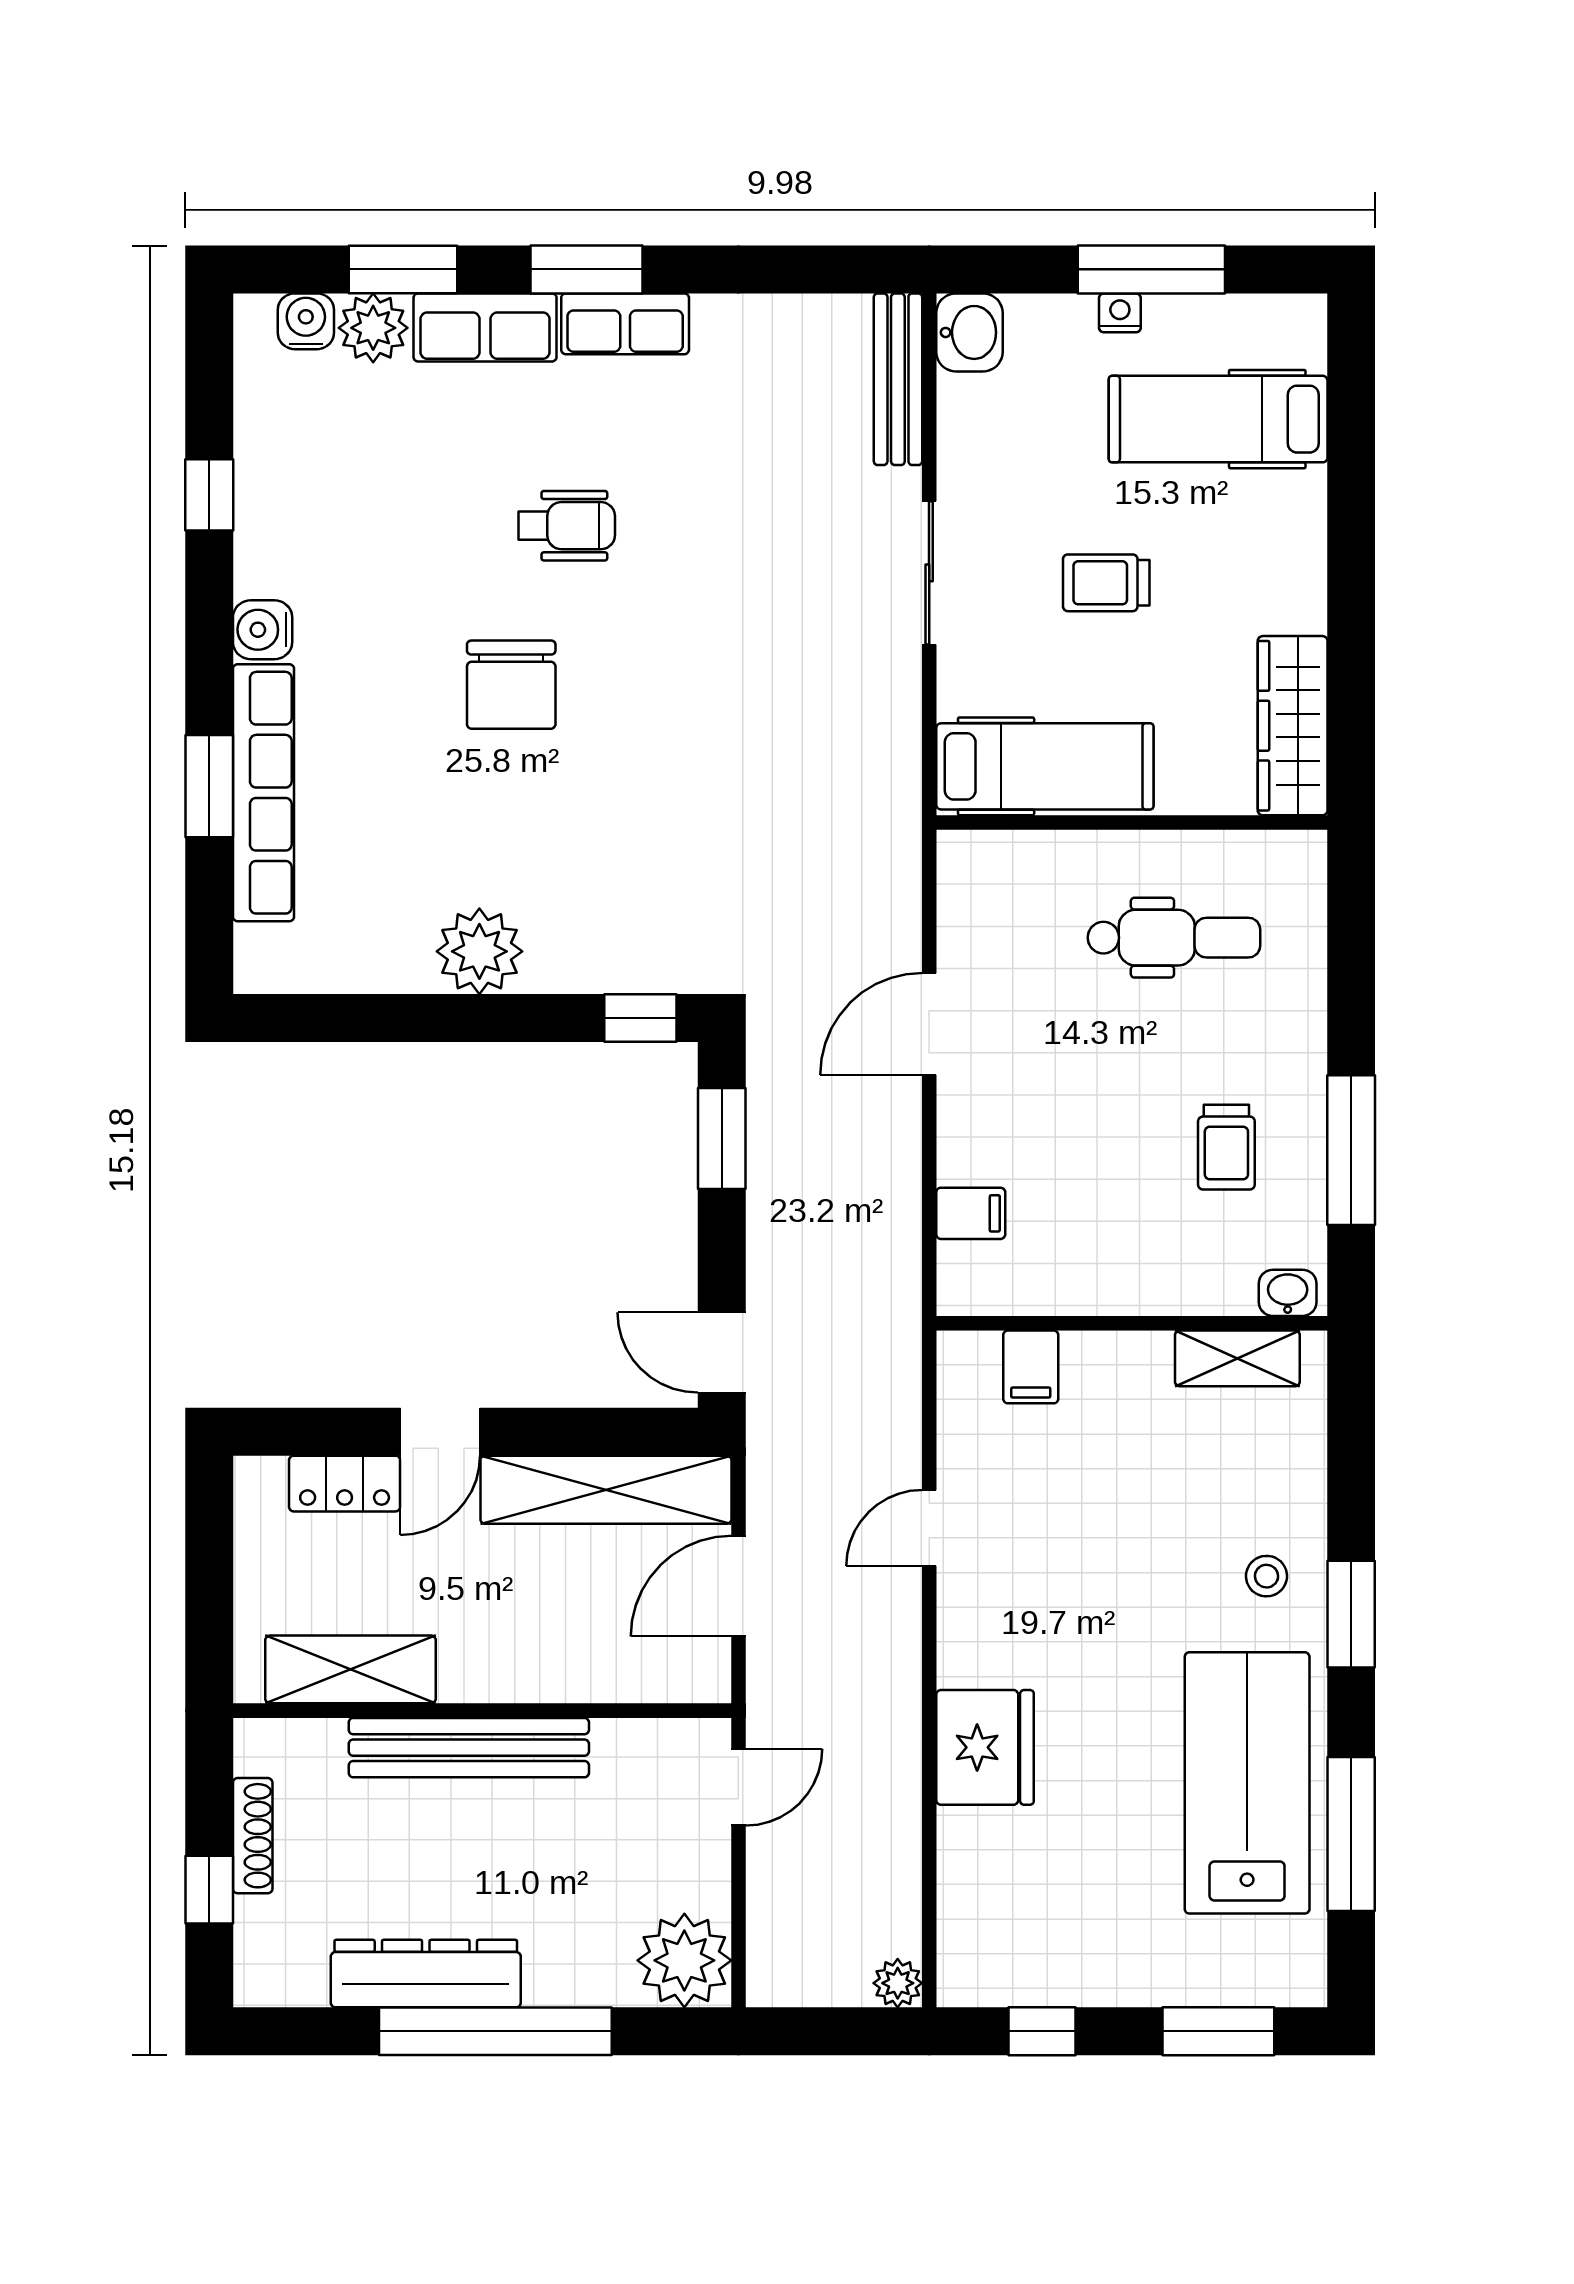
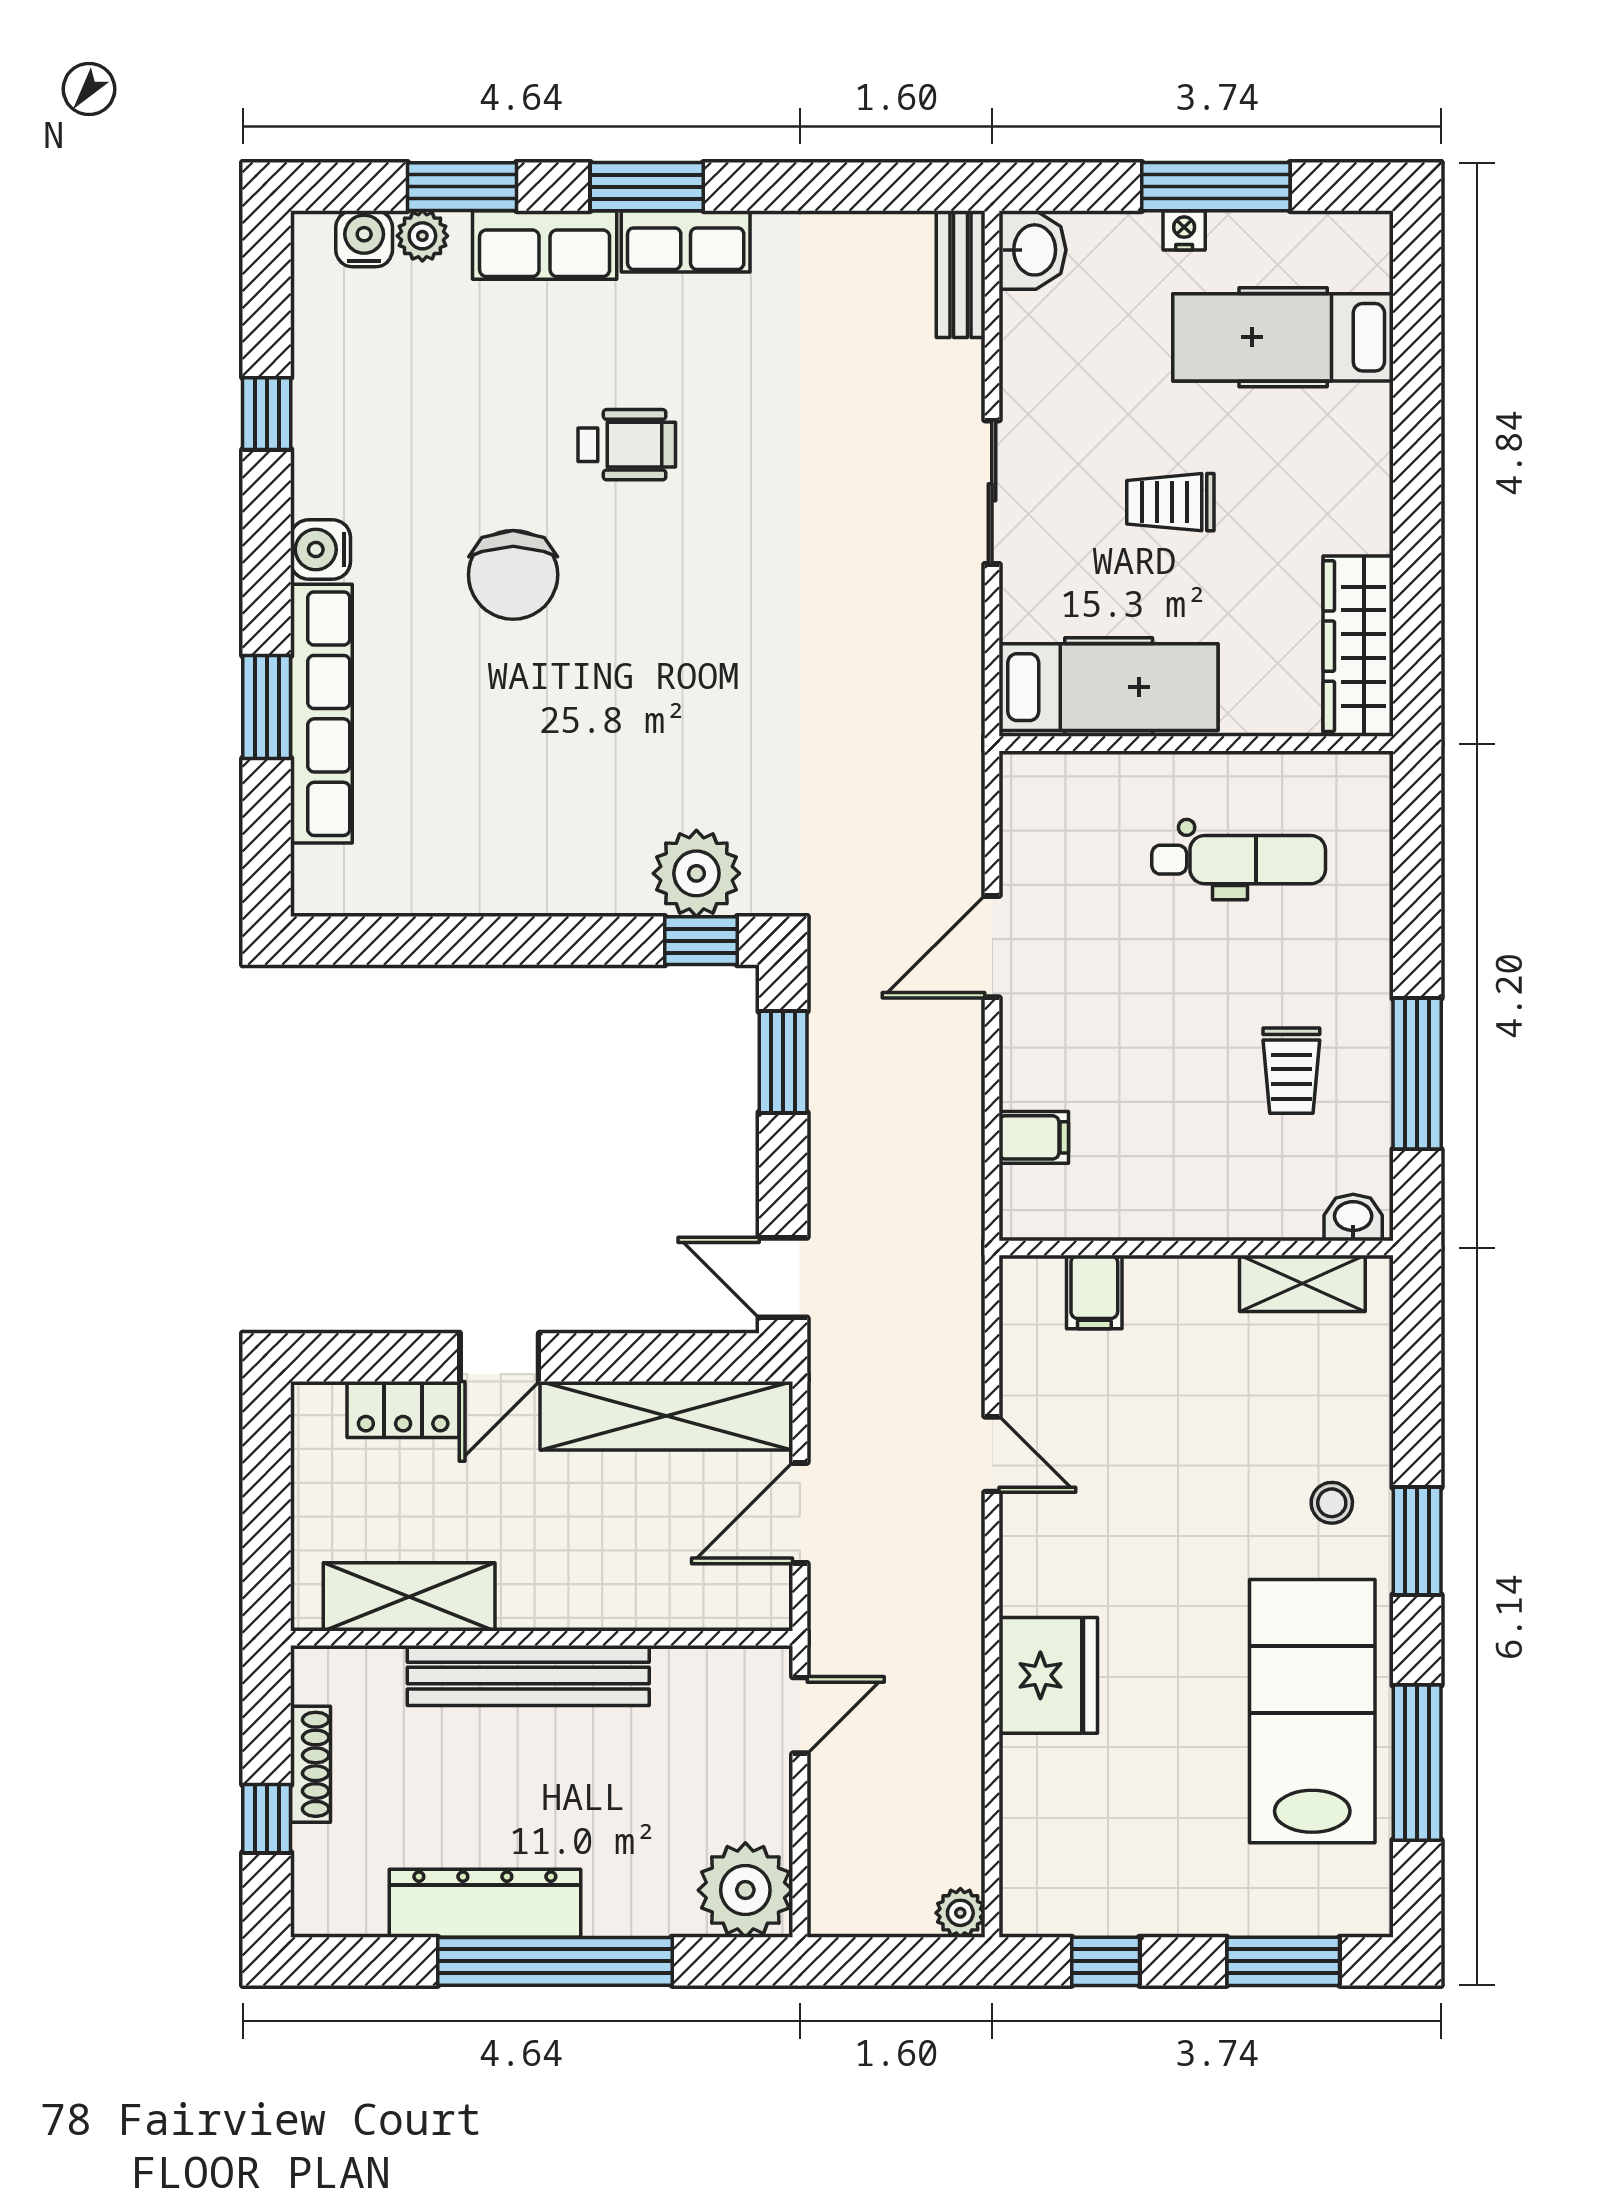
plant: (373, 328) -> (422, 236), width x0.73, depth x0.73
bench: (898, 379) -> (961, 274), width x0.73
chair: (511, 685) -> (513, 575), moved
plant: (479, 951) -> (696, 873), moved
door: (929, 1528) -> (992, 1454), swing flipped

